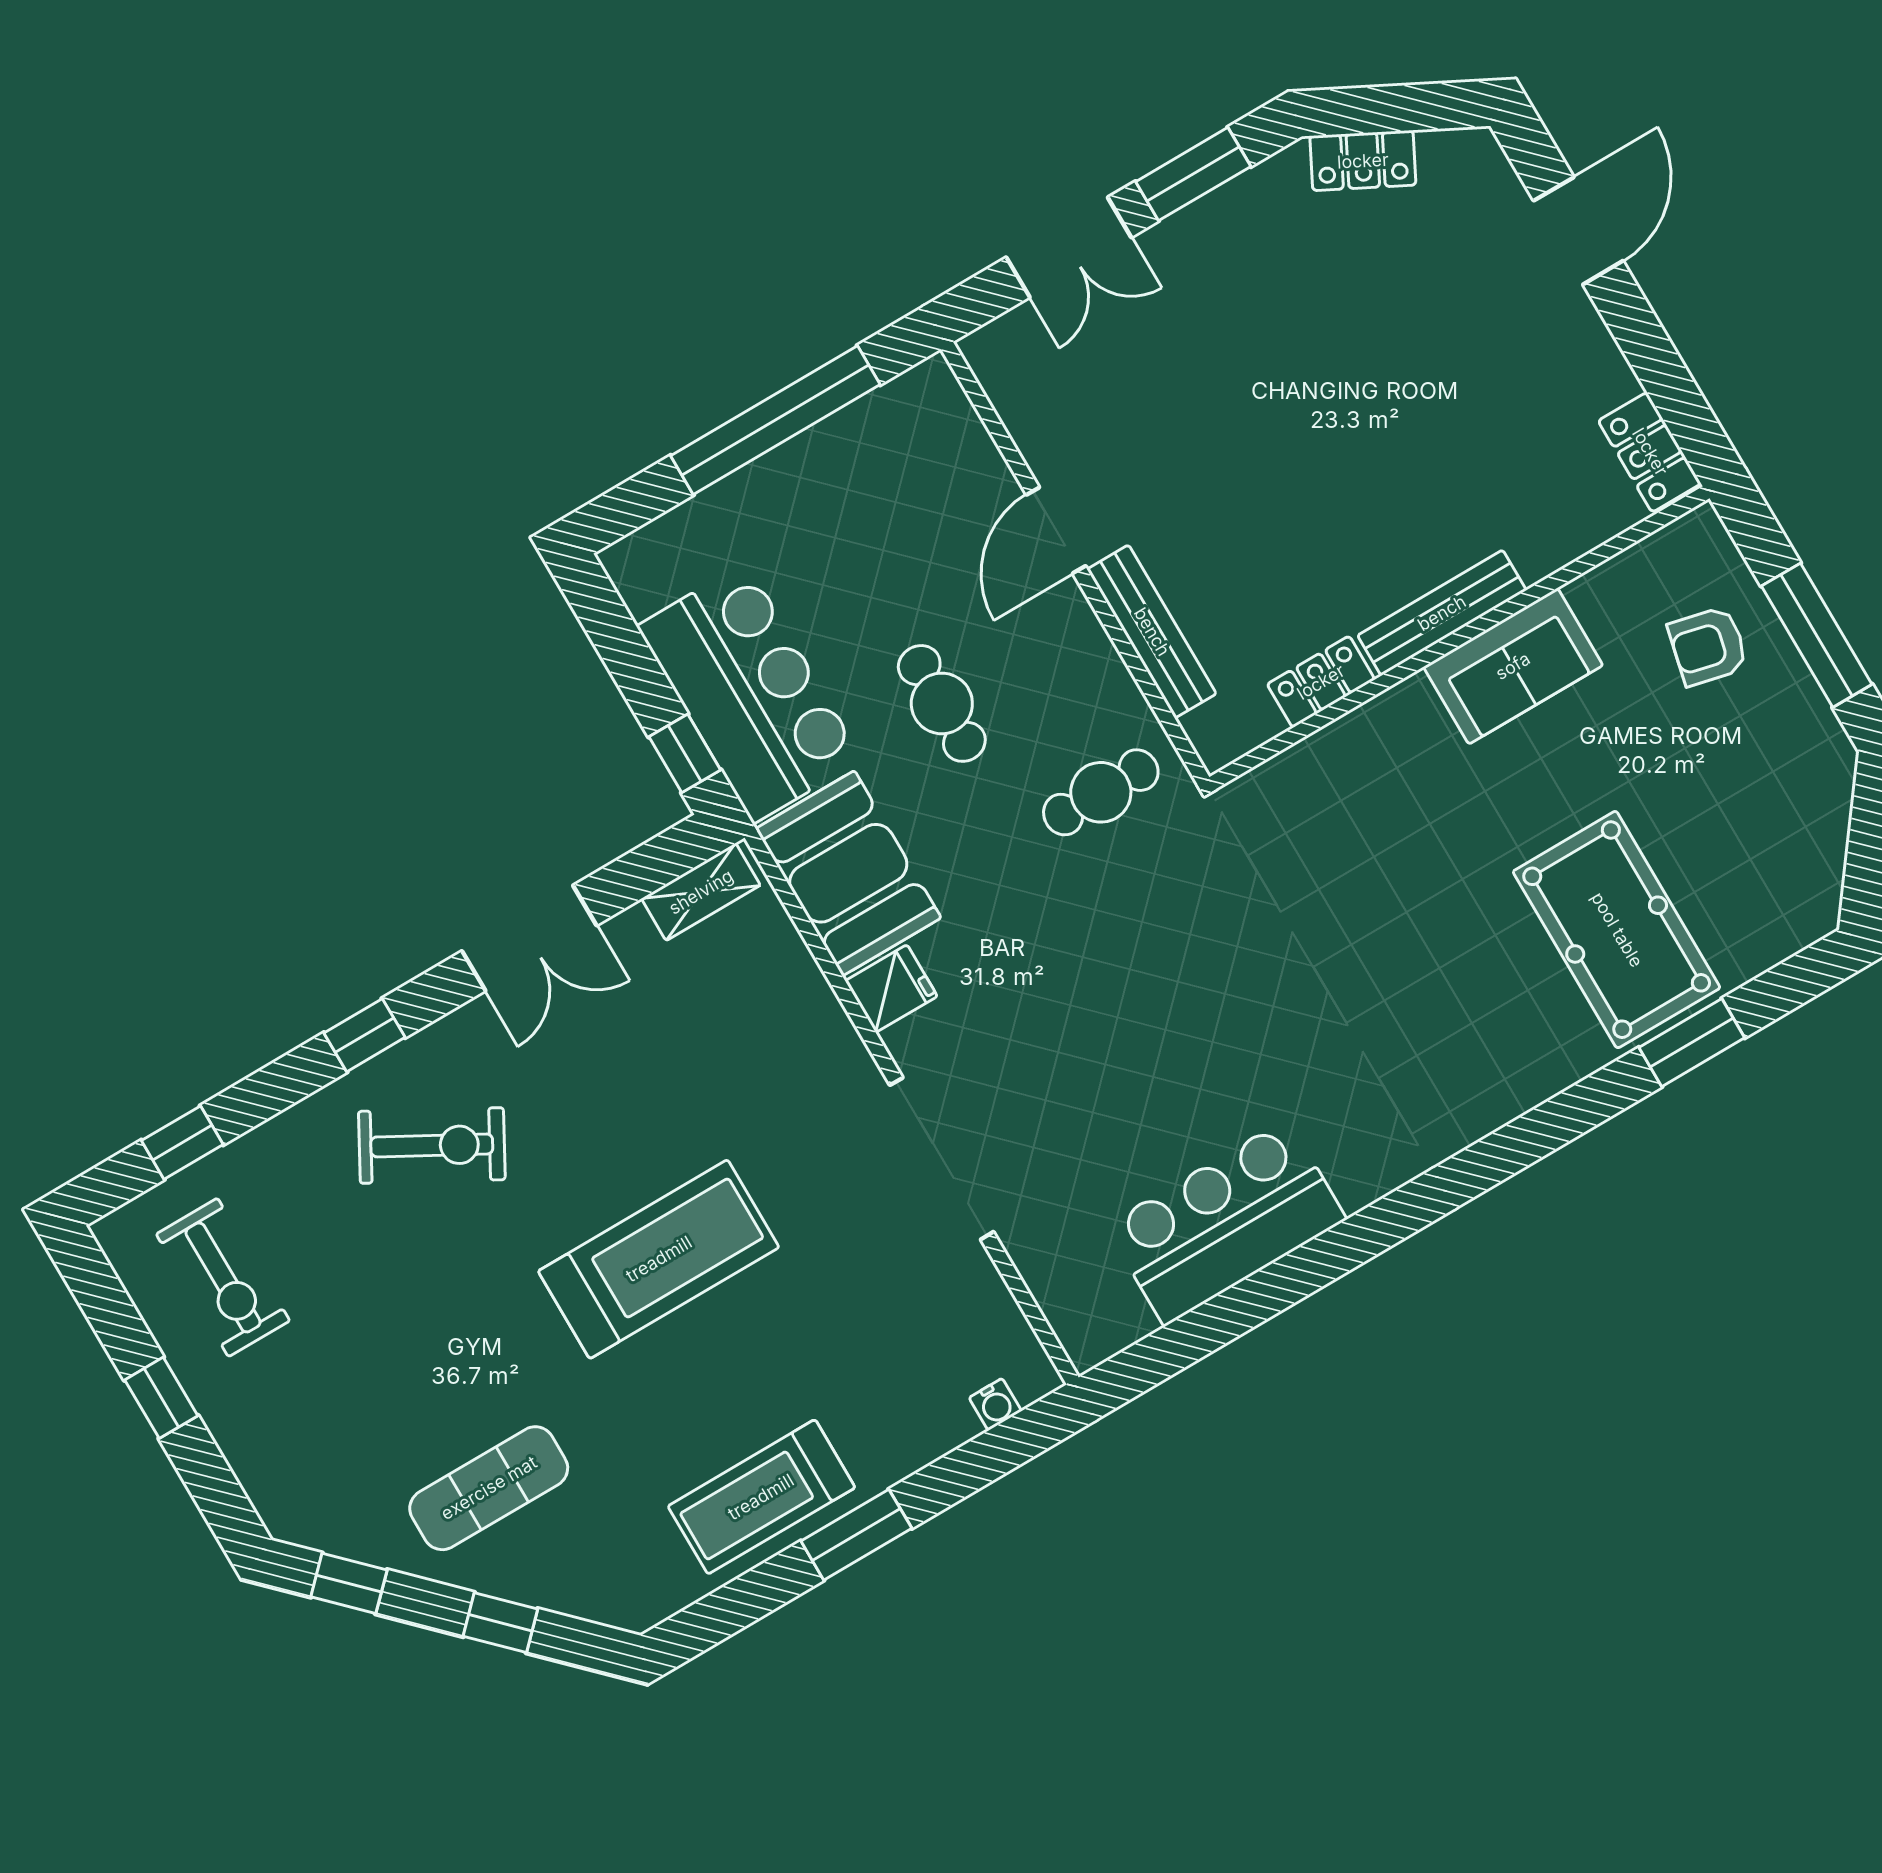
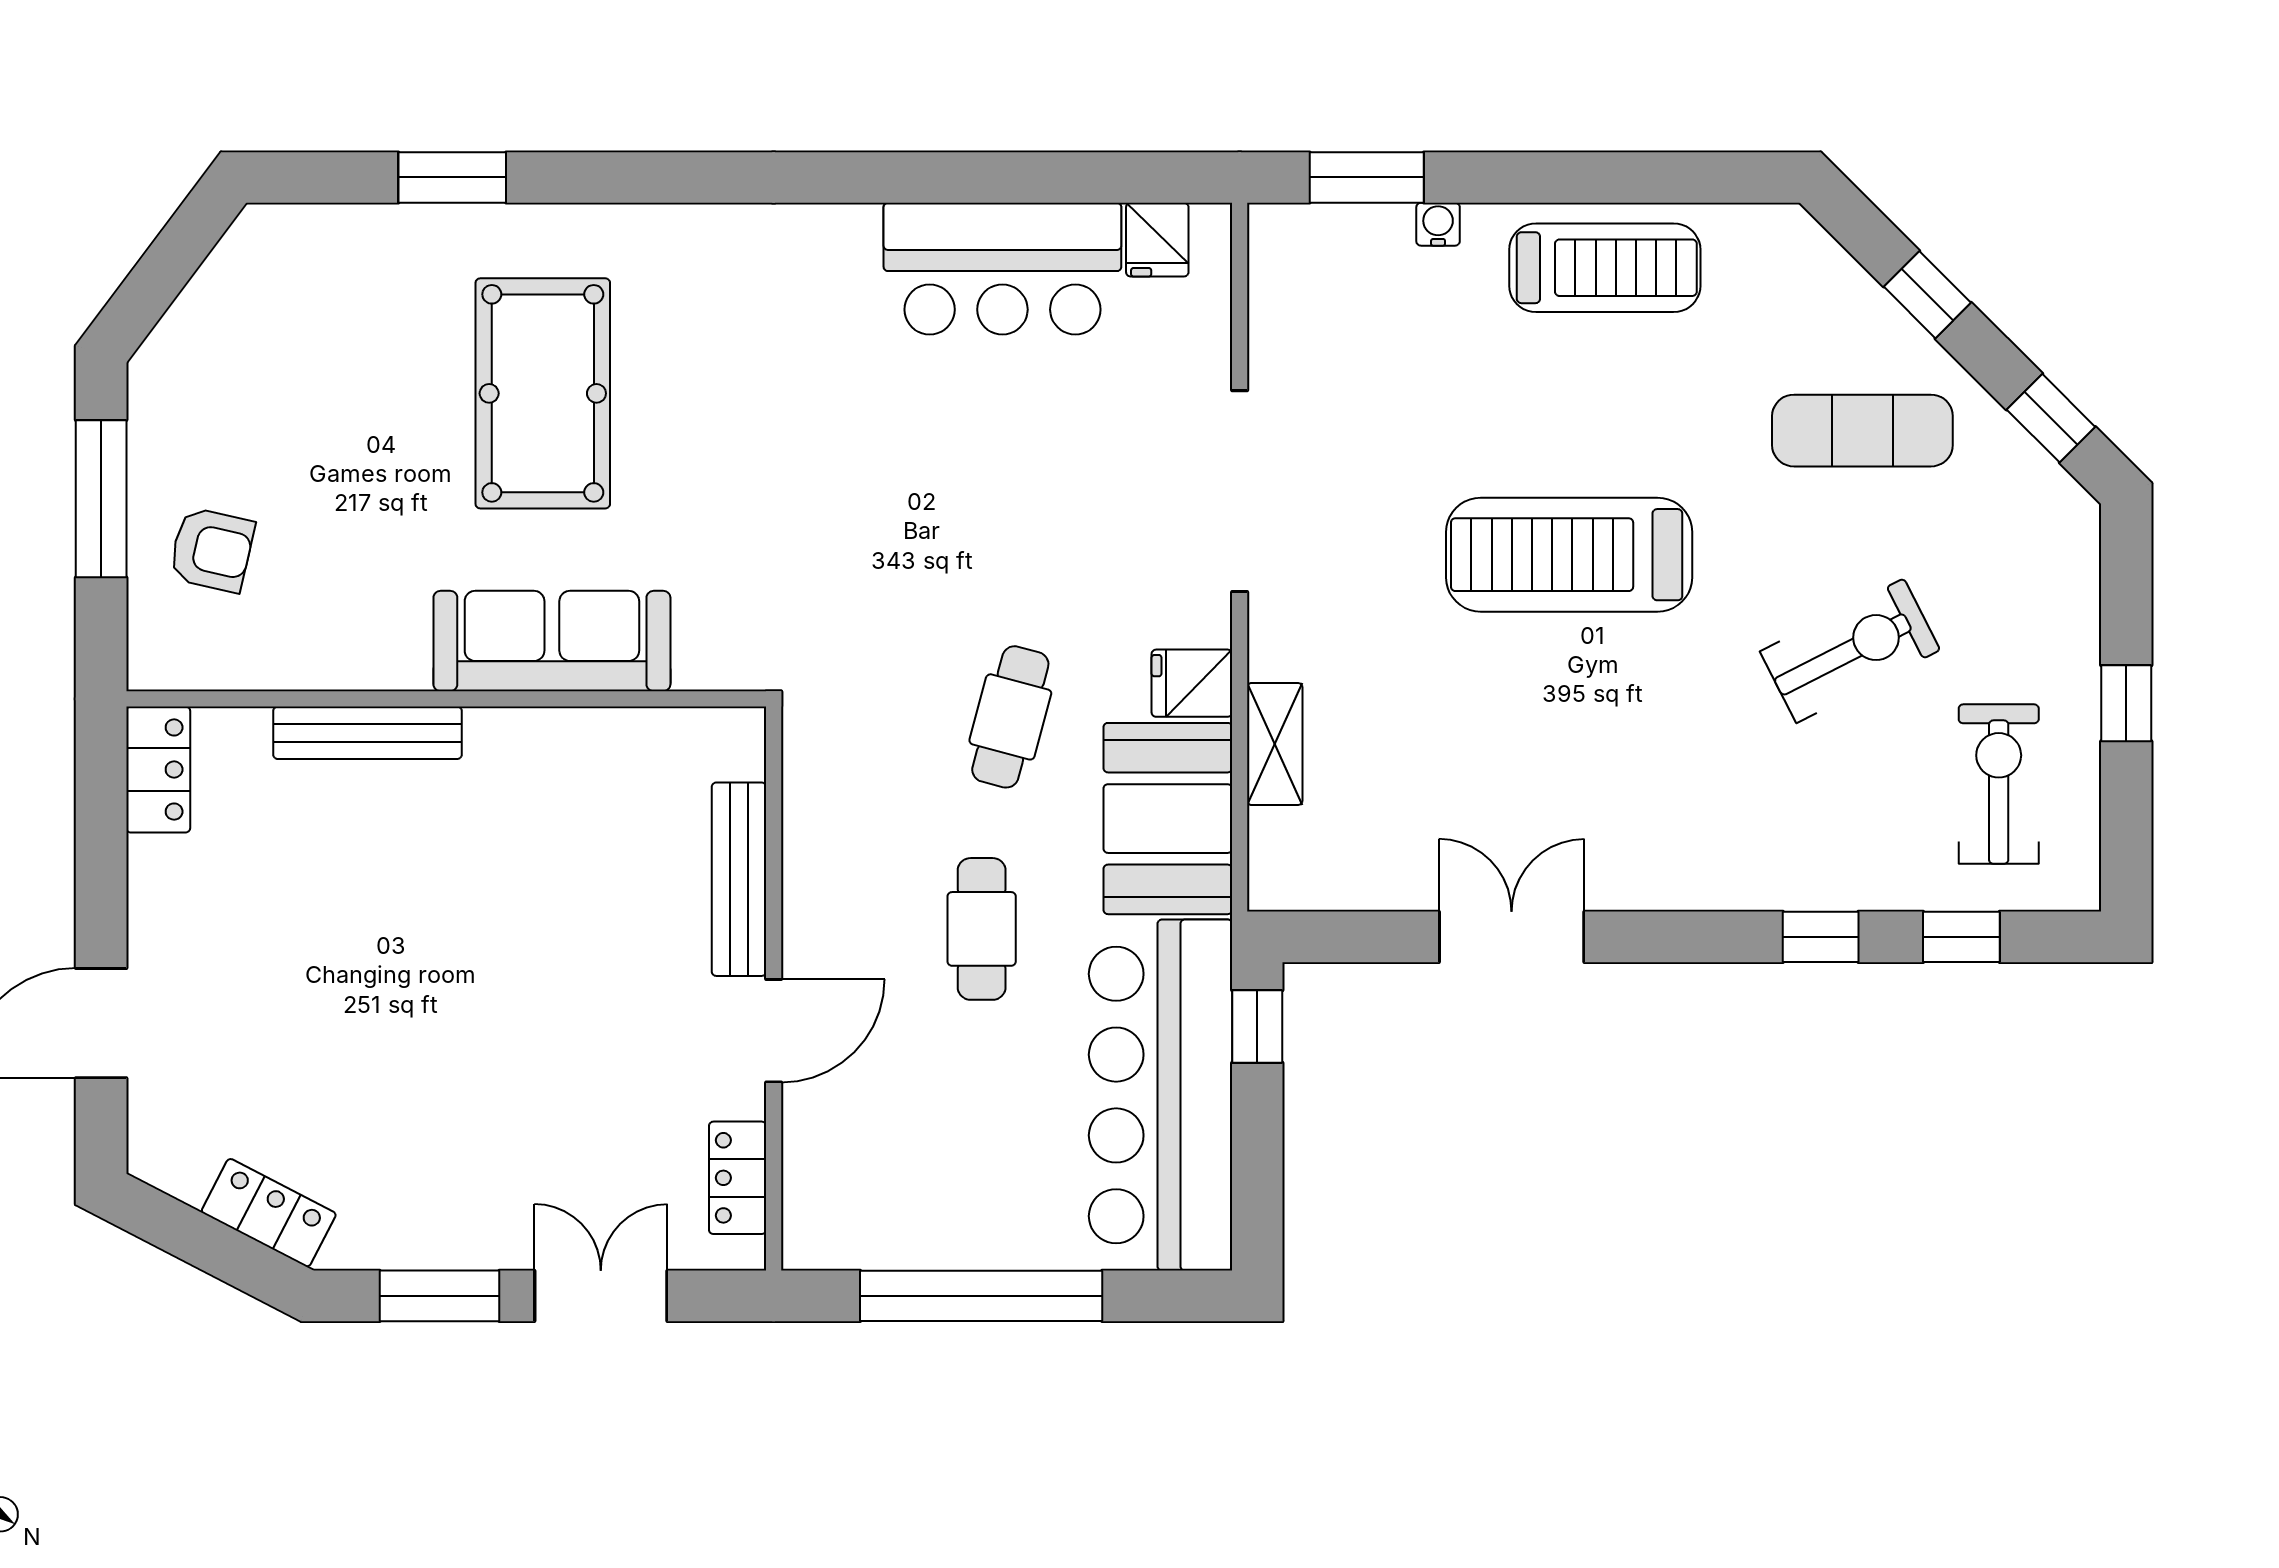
bench: (1442, 613) -> (368, 733), moved
sofa: (1513, 666) -> (552, 641), moved, width x1.36
locker: (1321, 682) -> (738, 1178), moved, turned 90
bar counter: (750, 693) -> (1161, 1095), width x1.36
cafe table: (1101, 792) -> (1010, 717), moved, turned -75
shelving: (701, 892) -> (1275, 744), moved, turned 90
pool table: (1617, 930) -> (543, 393), moved
window: (364, 1035) -> (1821, 937), moved
exercise bike: (432, 1145) -> (1850, 651), moved, turned 124
fridge: (1119, 1315) -> (1157, 240), added
water cooler: (995, 1404) -> (1438, 224), moved
window: (856, 1535) -> (1367, 177), moved

